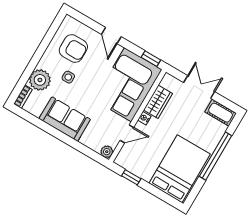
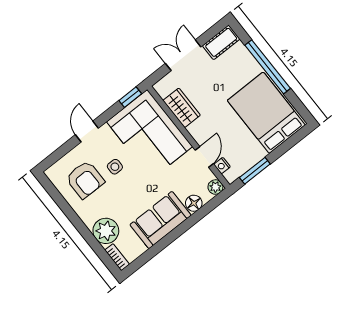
door: (111, 35) -> (87, 131), swing flipped
armchair: (73, 48) -> (85, 180), turned 90
side table: (68, 77) -> (115, 167), moved
nightstand: (144, 118) -> (222, 166), moved
floor lamp: (88, 140) -> (194, 203), added
window: (131, 177) -> (255, 171), width x1.50

